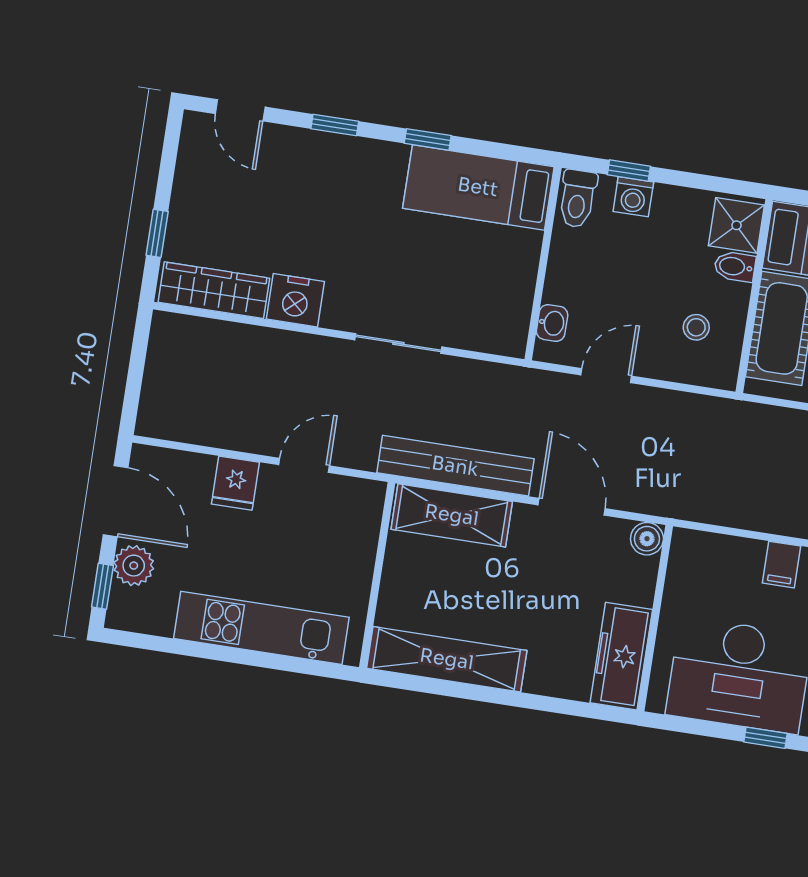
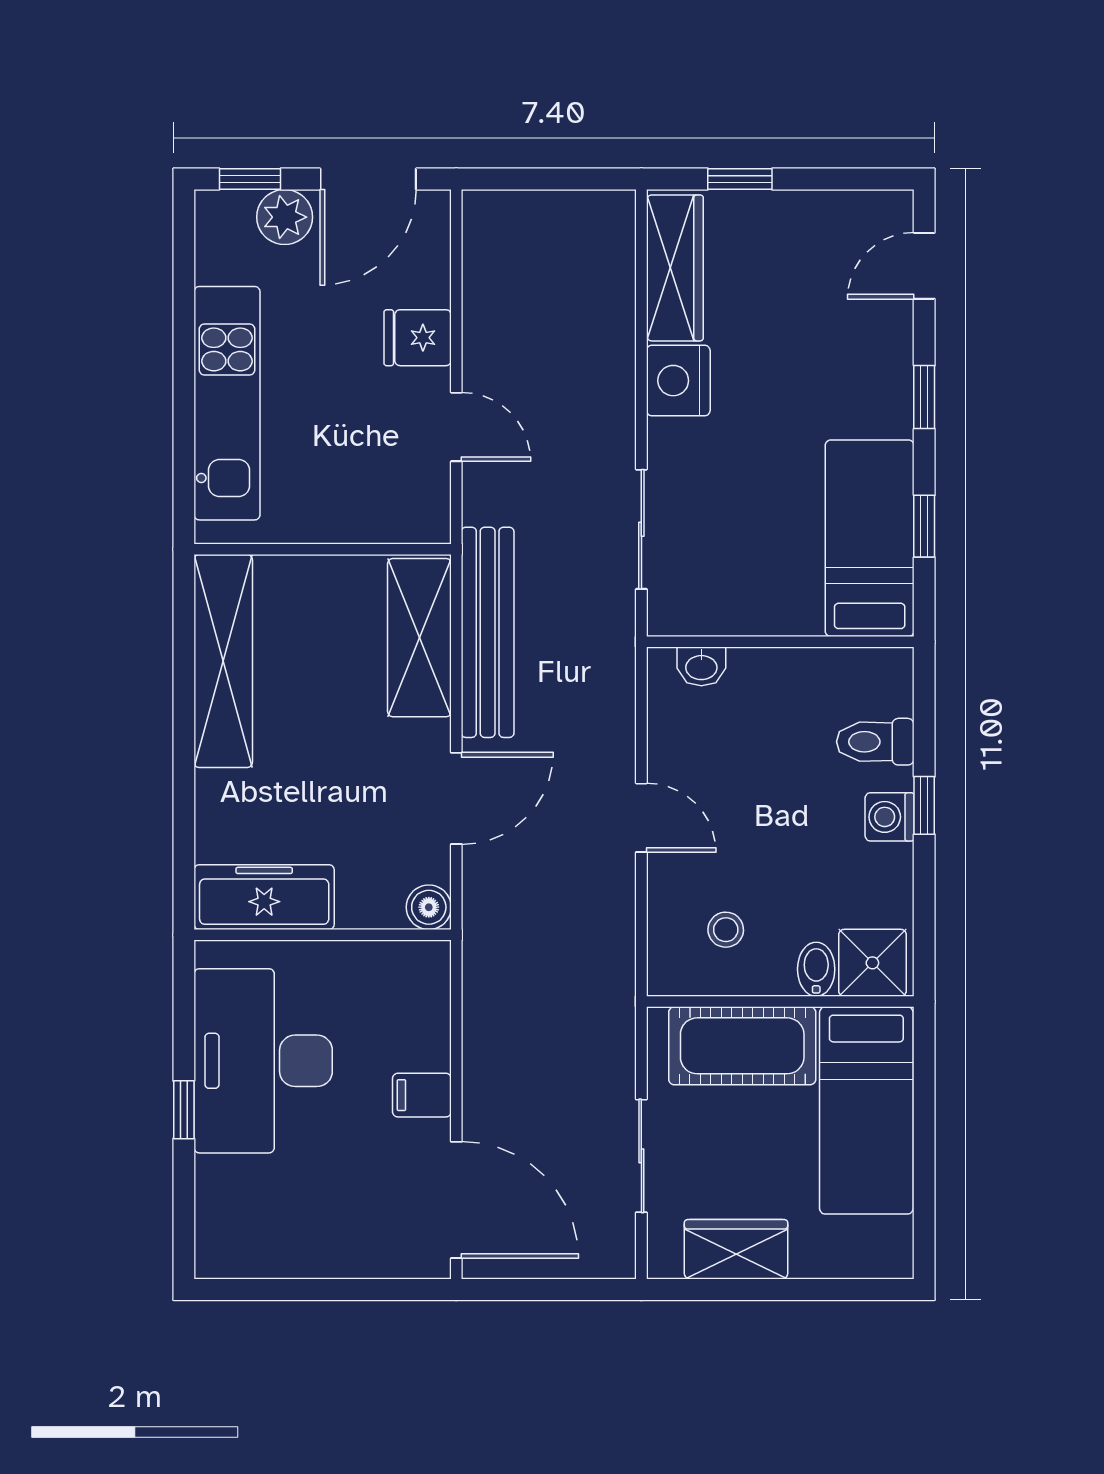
bed: (478, 187) -> (870, 538), moved
wall: (543, 263) -> (780, 642), moved
washbasin: (552, 323) -> (701, 666), moved

